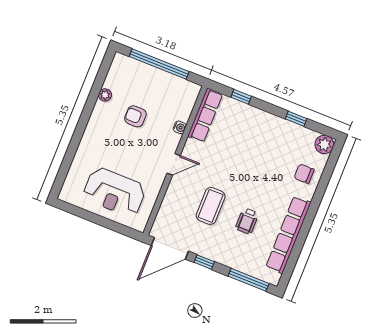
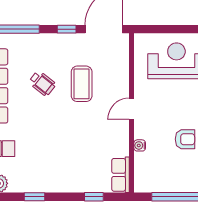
row of seats: (205, 115) -> (120, 175), width x0.68
wheelchair: (247, 221) -> (42, 83), turned 128

